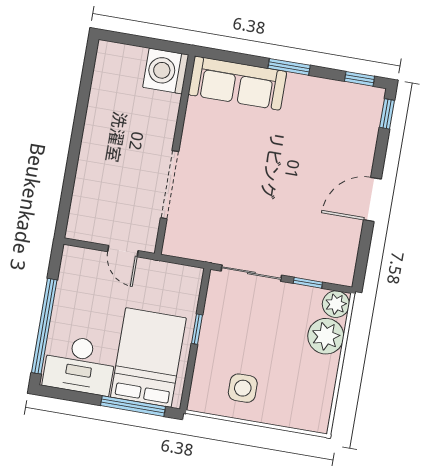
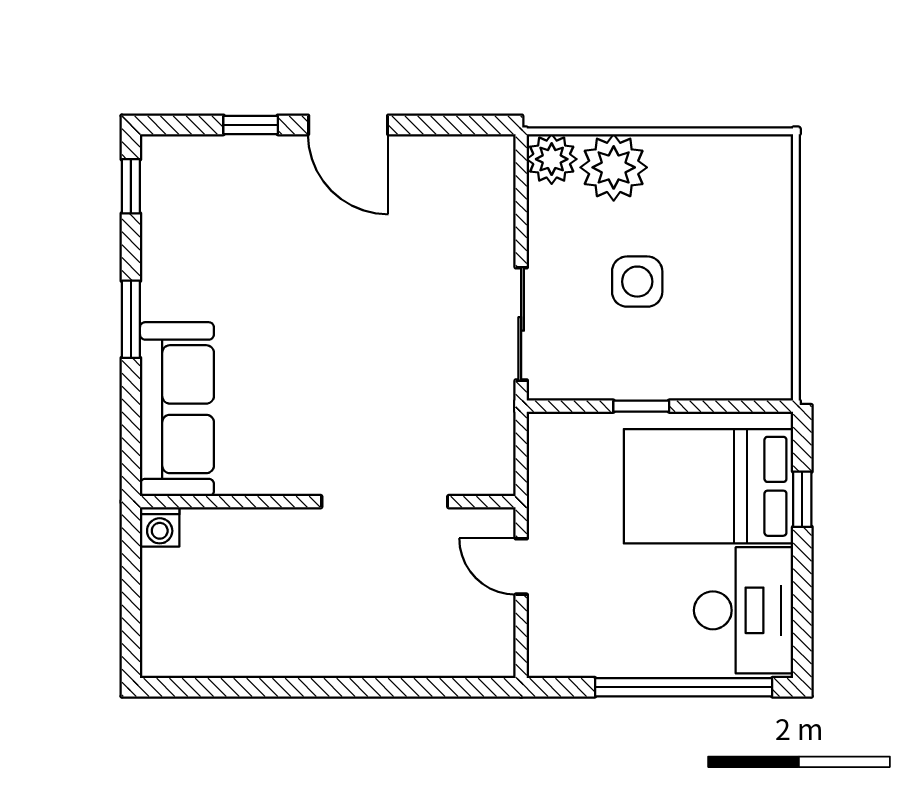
washing machine: (166, 71) -> (160, 527), width x0.53, depth x0.53
window: (387, 114) -> (251, 125), moved
door: (123, 251) -> (521, 566), swing flipped
window: (308, 283) -> (521, 217), removed
side table: (243, 388) -> (637, 282), moved
window: (133, 406) -> (802, 499), width x0.46

